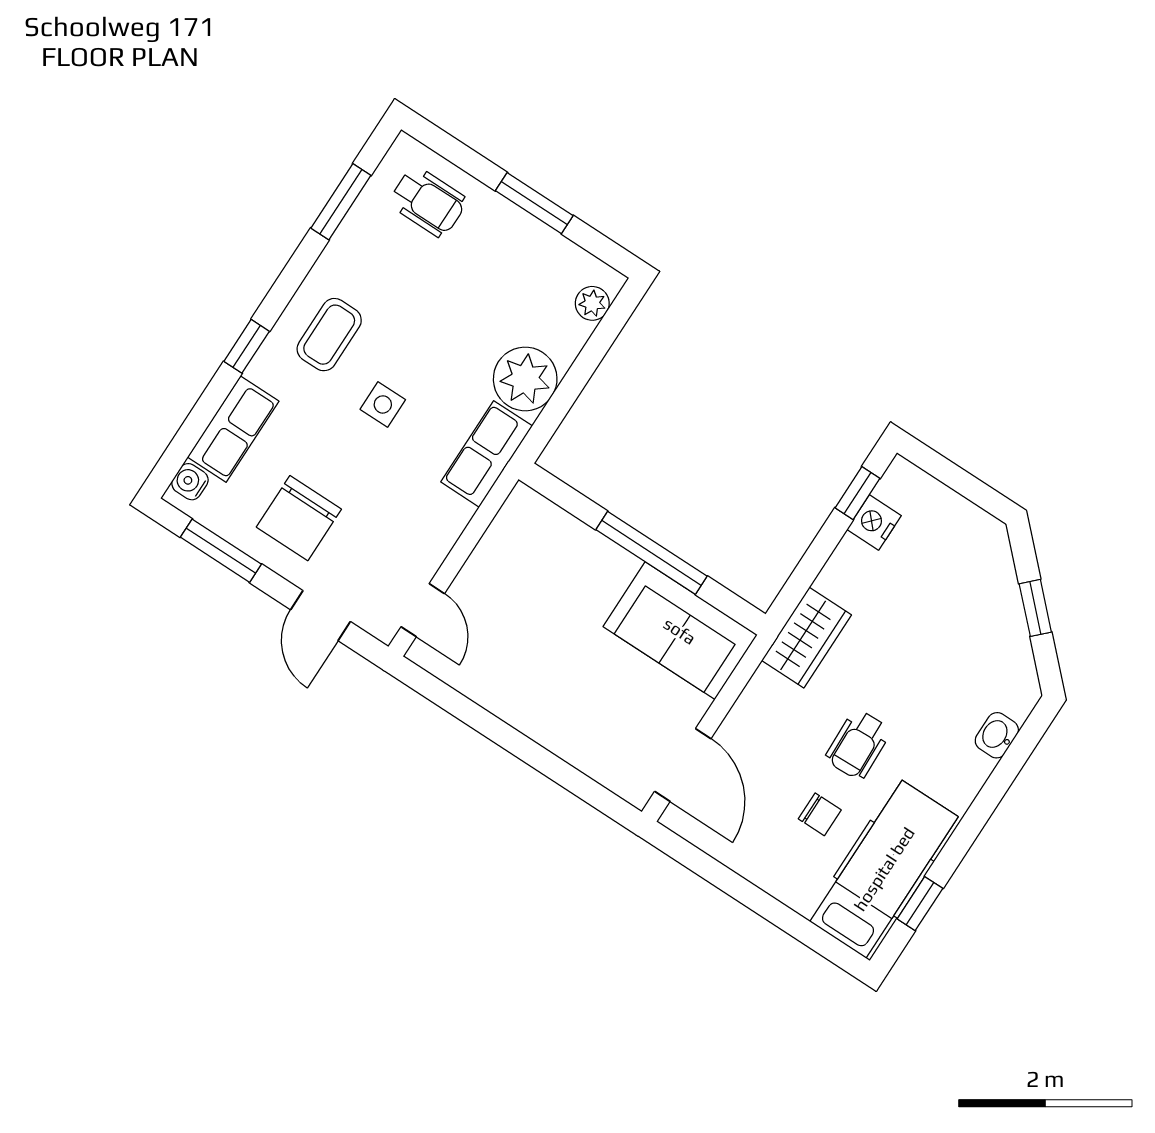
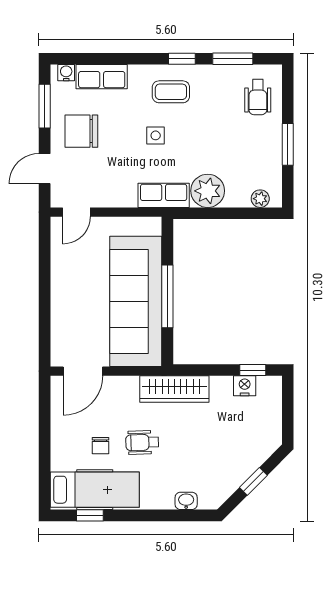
window: (247, 346) -> (182, 59), moved
sofa: (680, 631) -> (136, 301), width x1.85, depth x1.27
wardrobe: (806, 638) -> (174, 389), width x1.50

